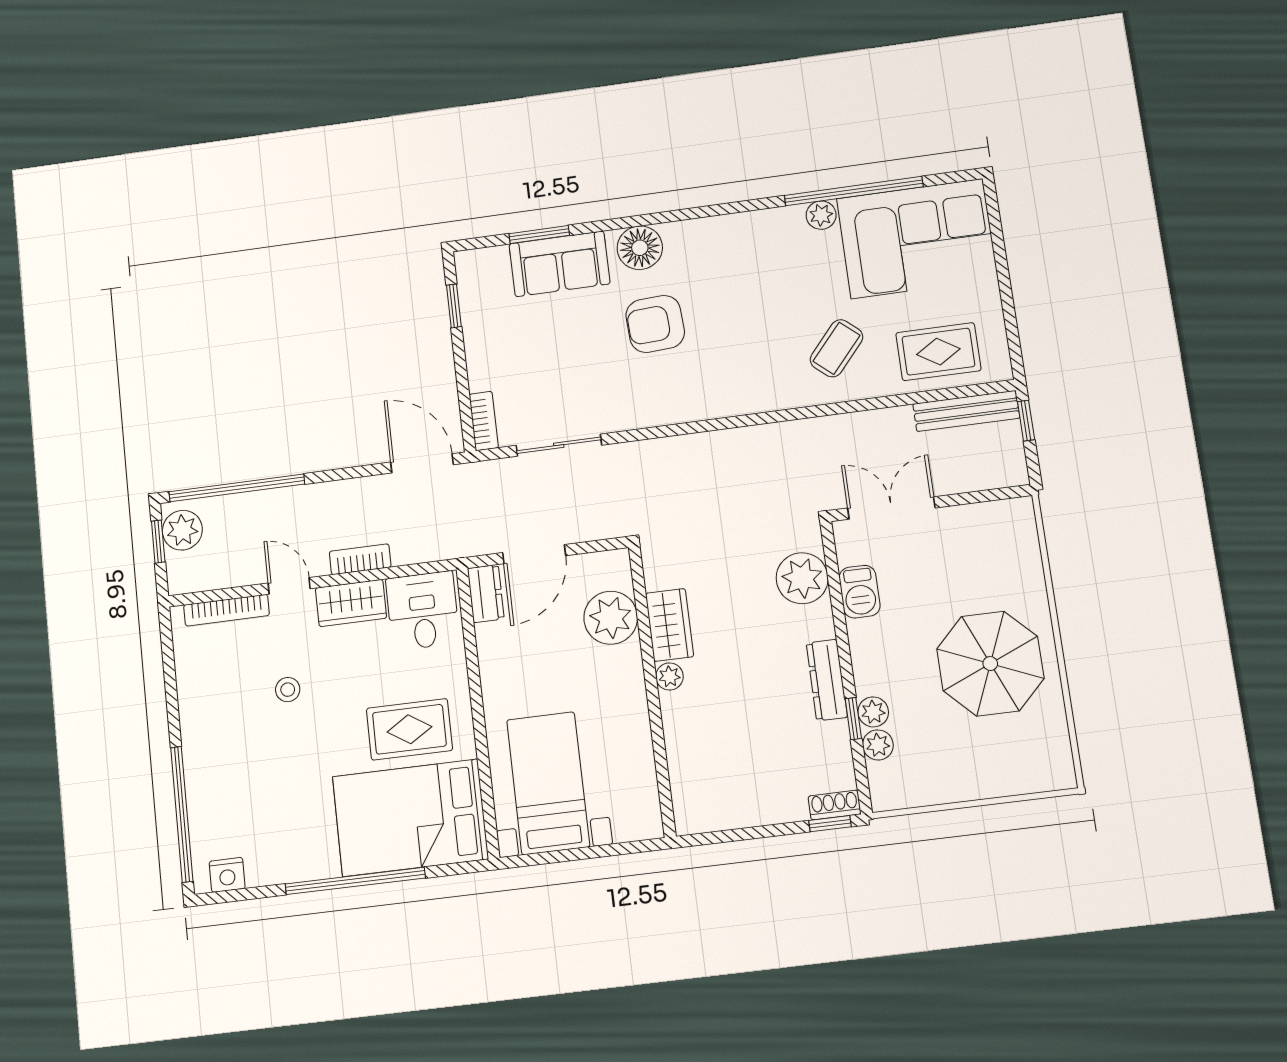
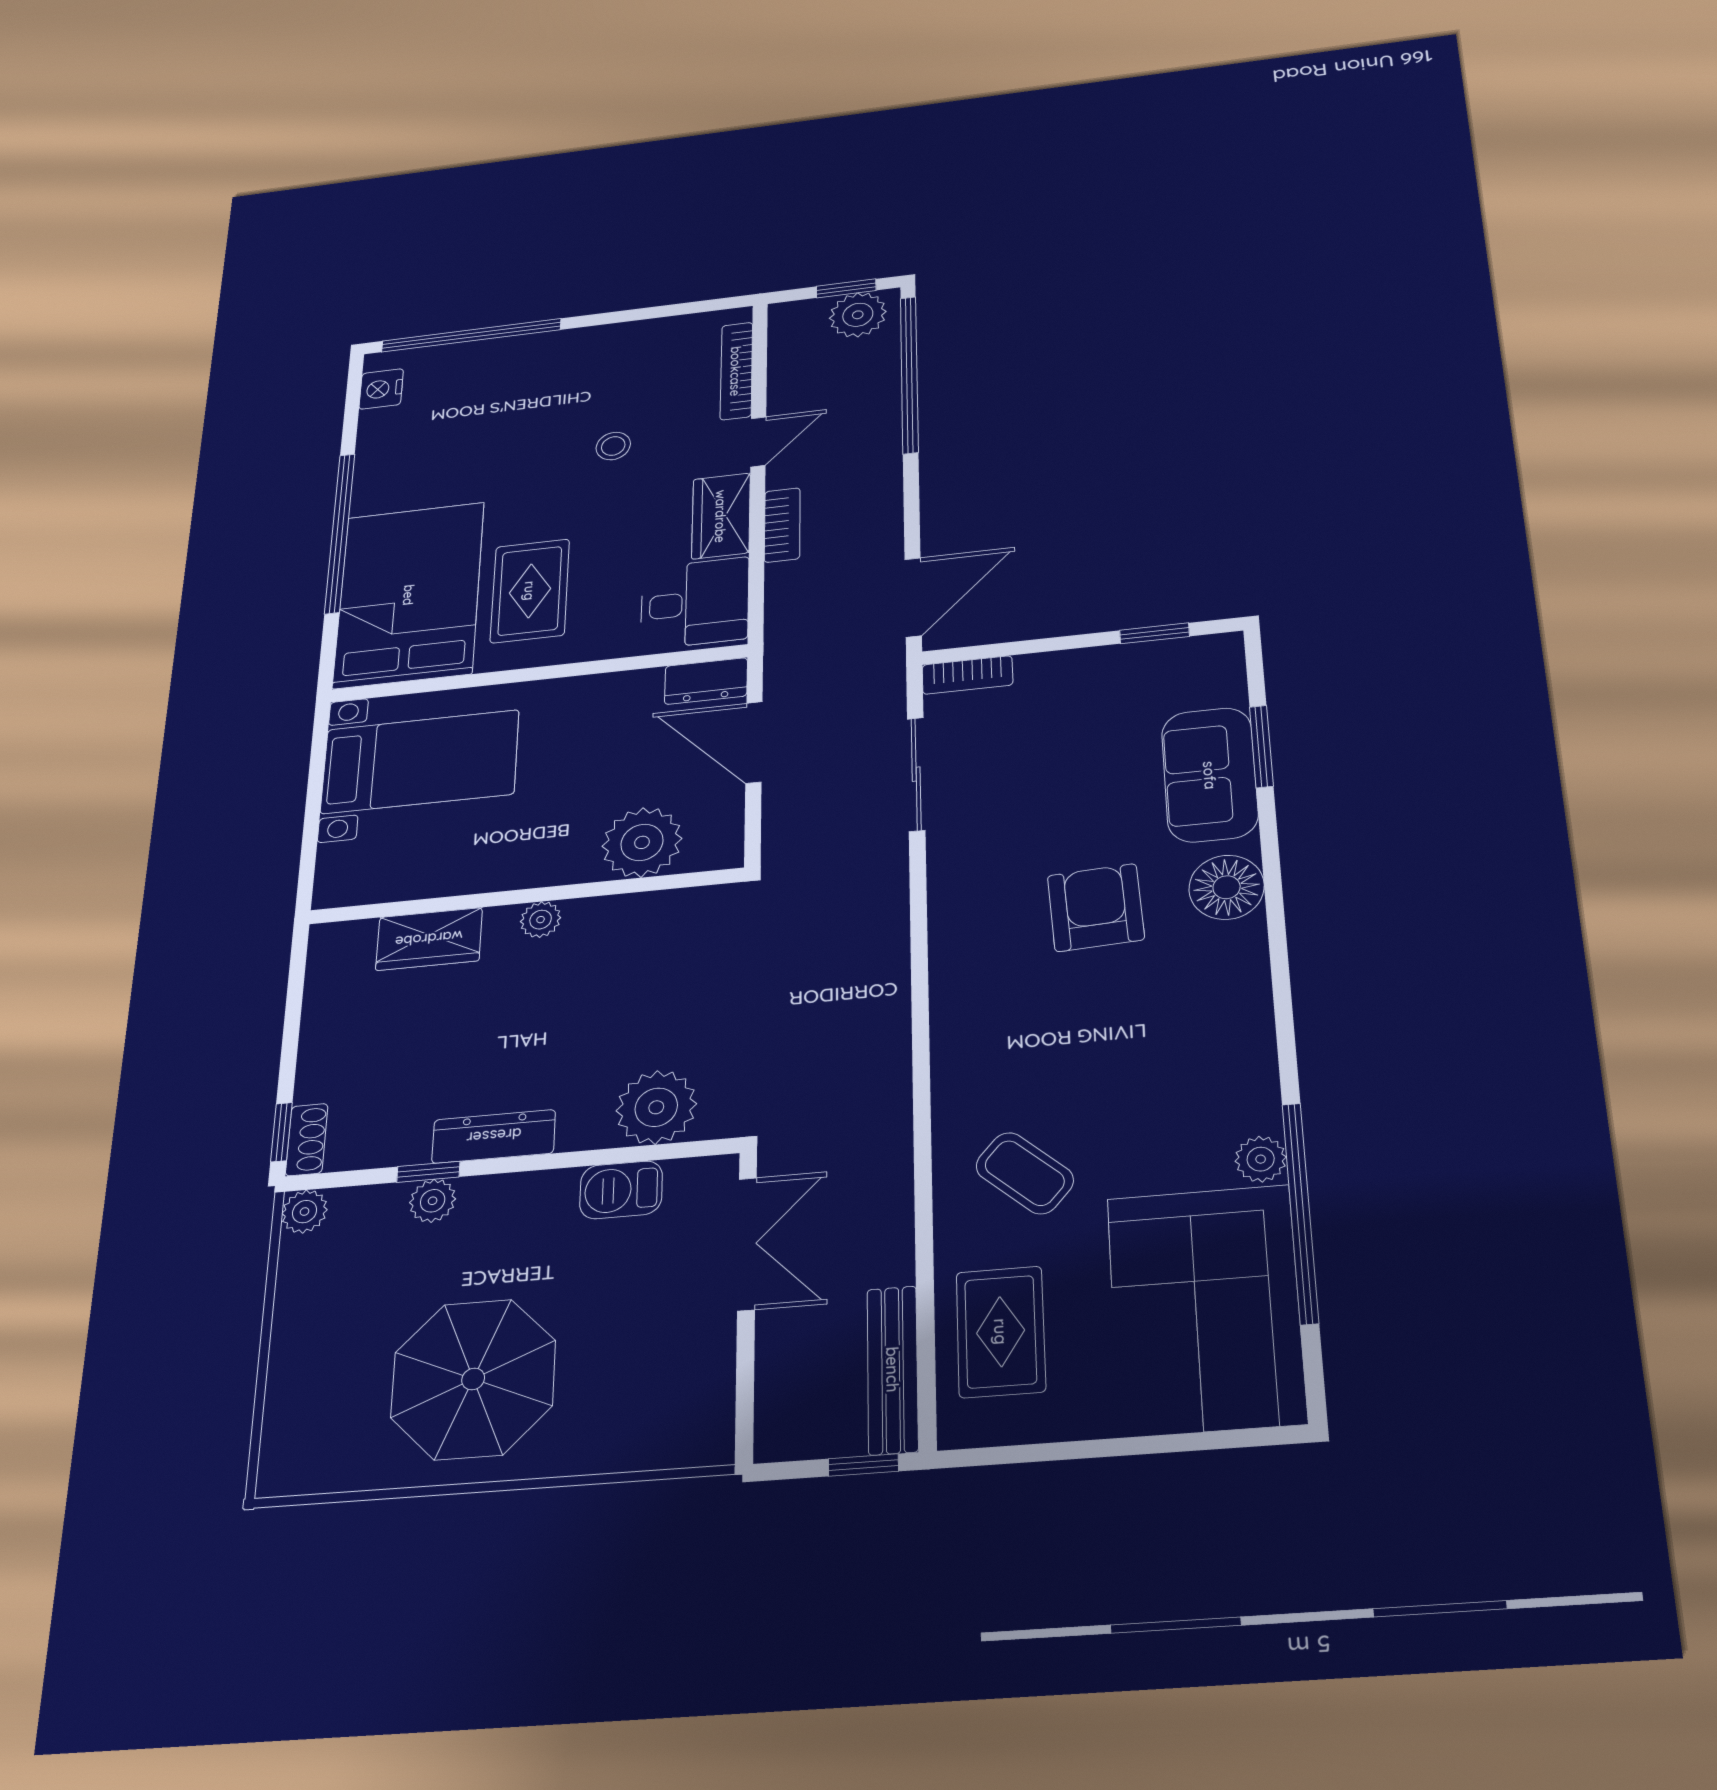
wardrobe: (670, 625) -> (429, 939), moved
plant: (878, 745) -> (305, 1212), moved

